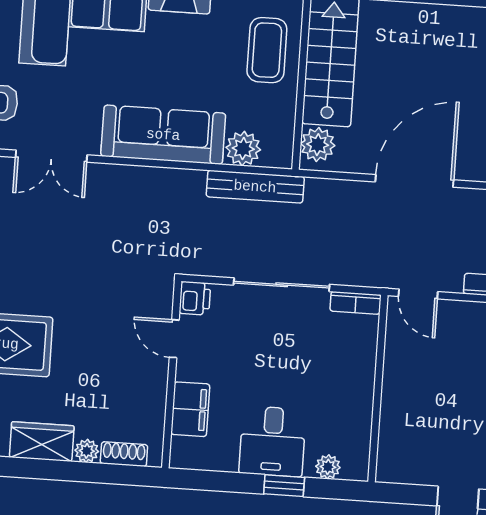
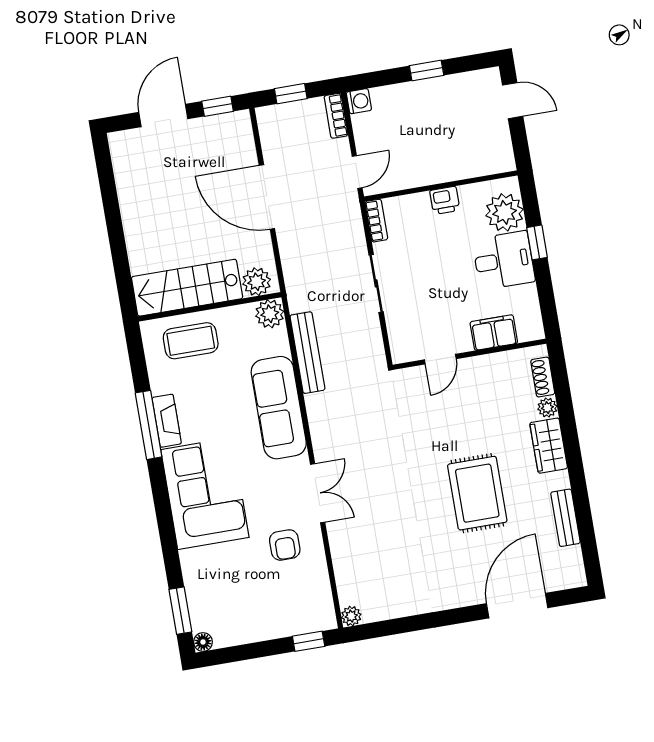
plant: (243, 149) -> (270, 314), moved
bench: (255, 187) -> (307, 353), moved
sliding door: (282, 285) -> (376, 283), width x0.73
printer: (195, 298) -> (445, 200), moved, turned 180
plant: (328, 467) -> (505, 212), width x1.87, depth x1.87

